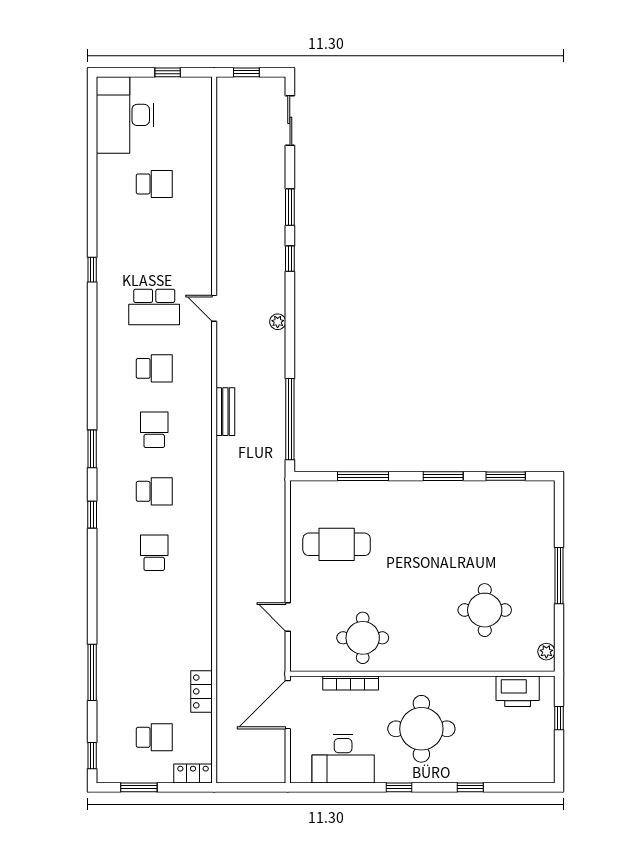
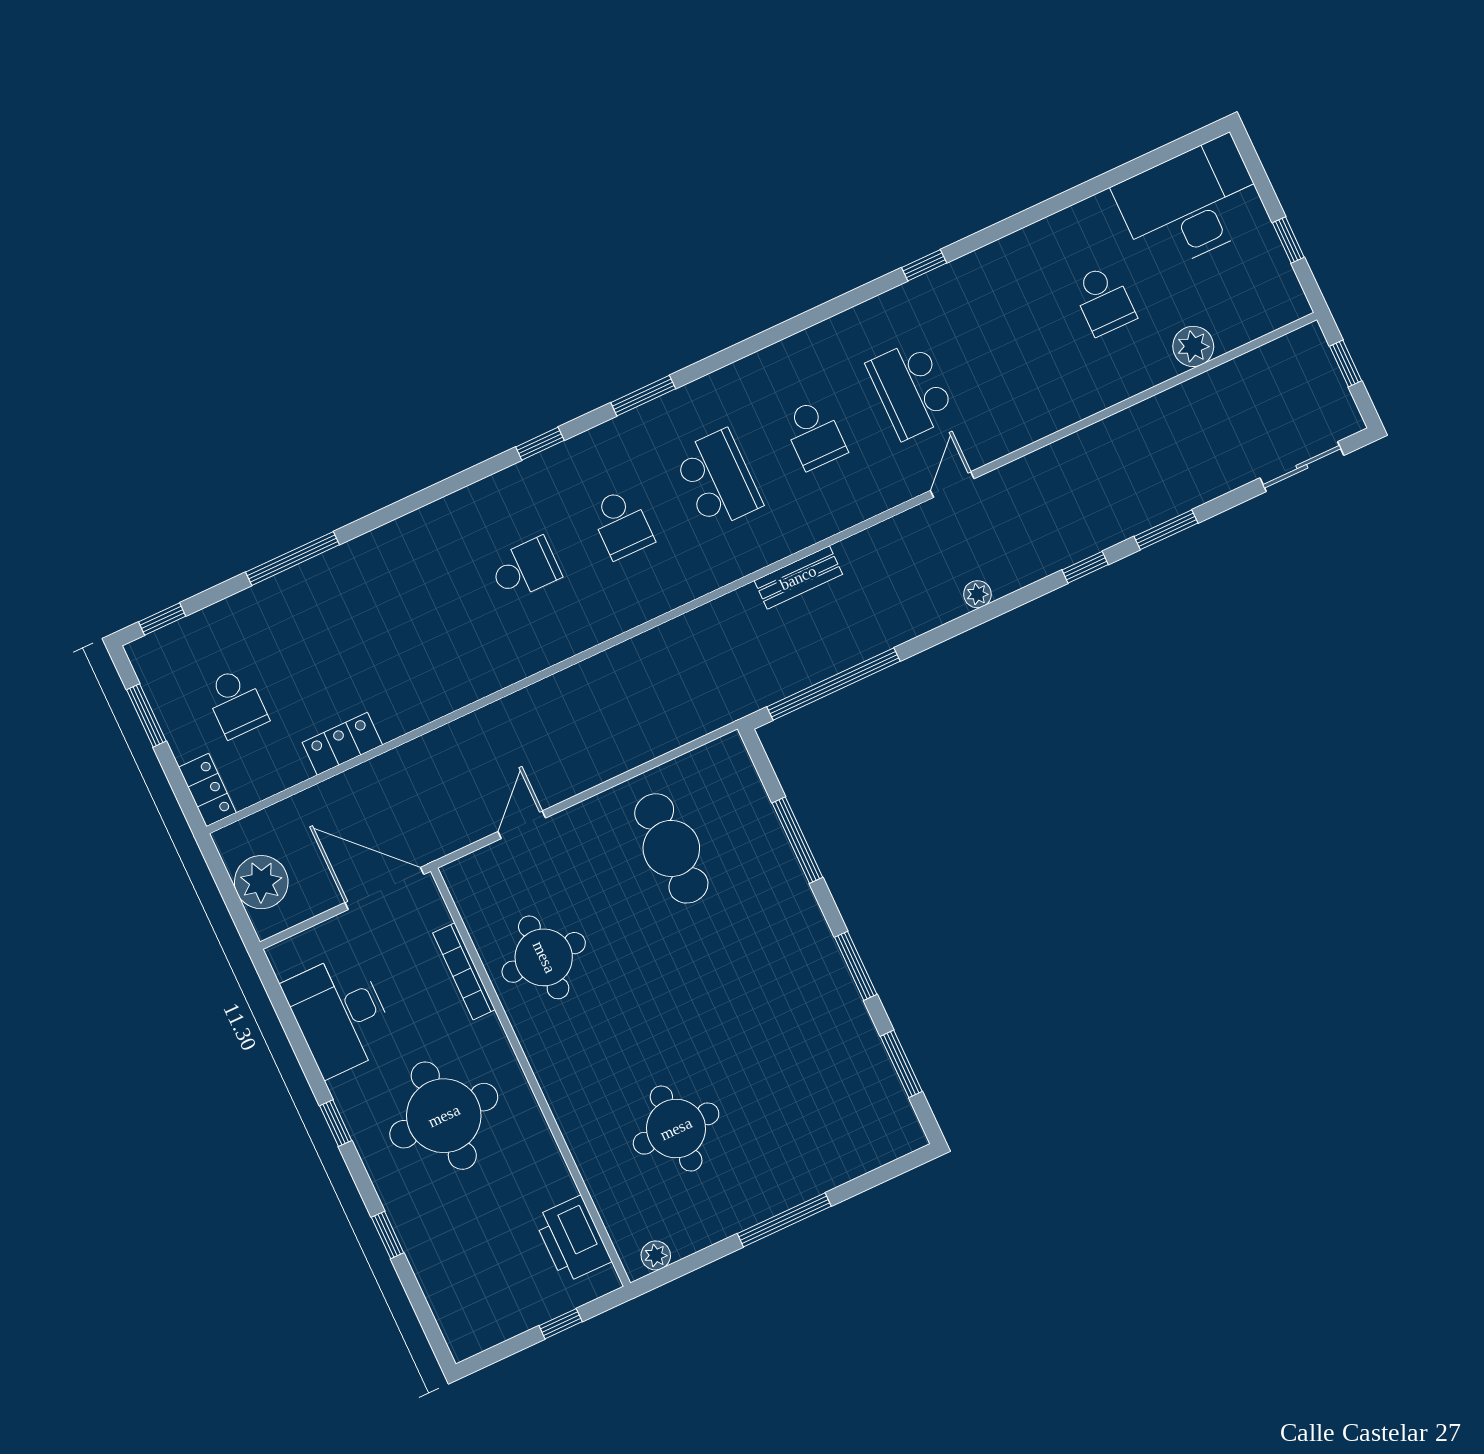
plant: (200, 148) -> (1193, 346), added
school desk: (154, 430) -> (718, 479), width x1.85
plant: (254, 768) -> (261, 882), added

